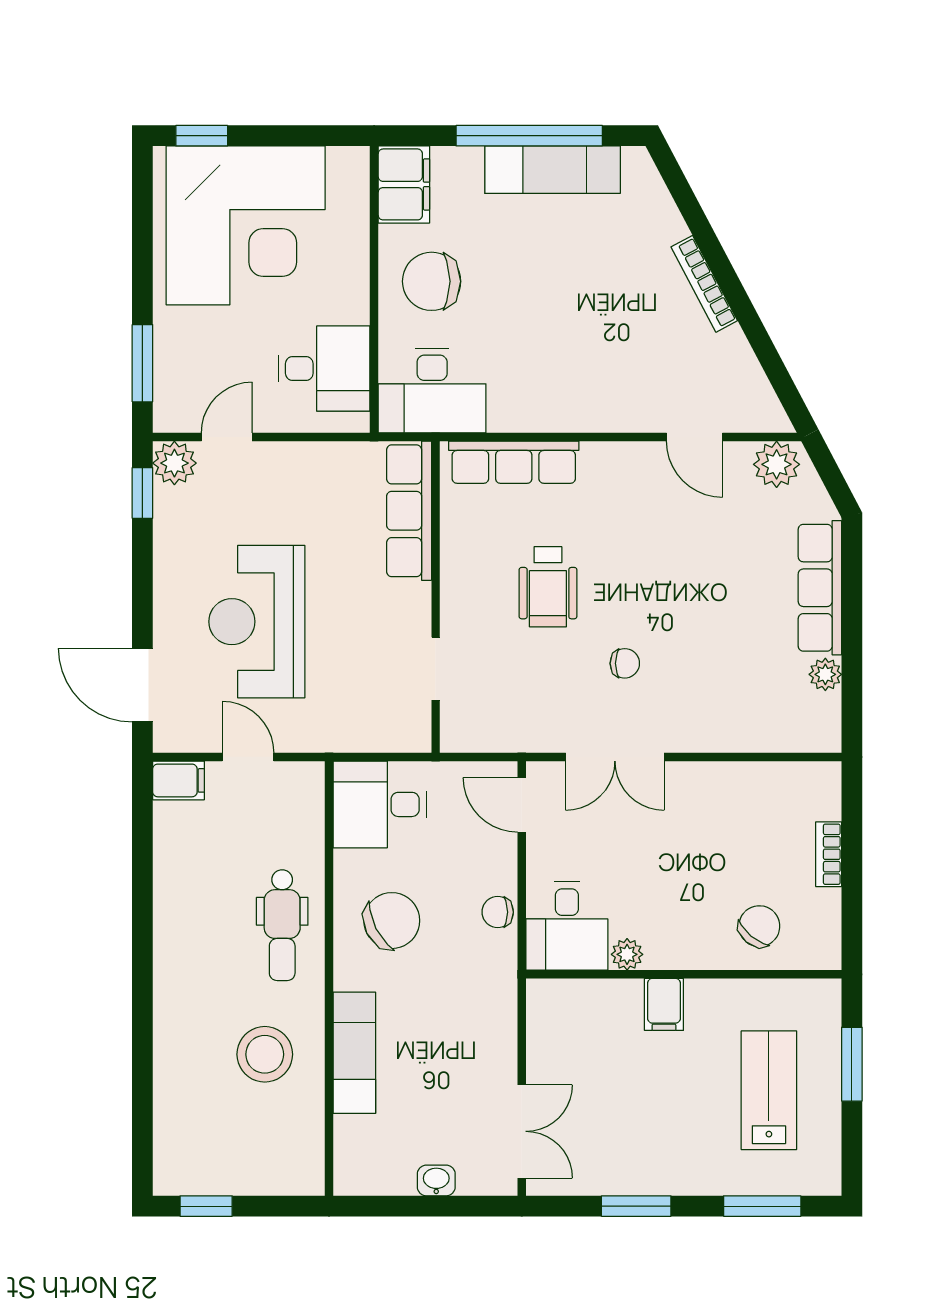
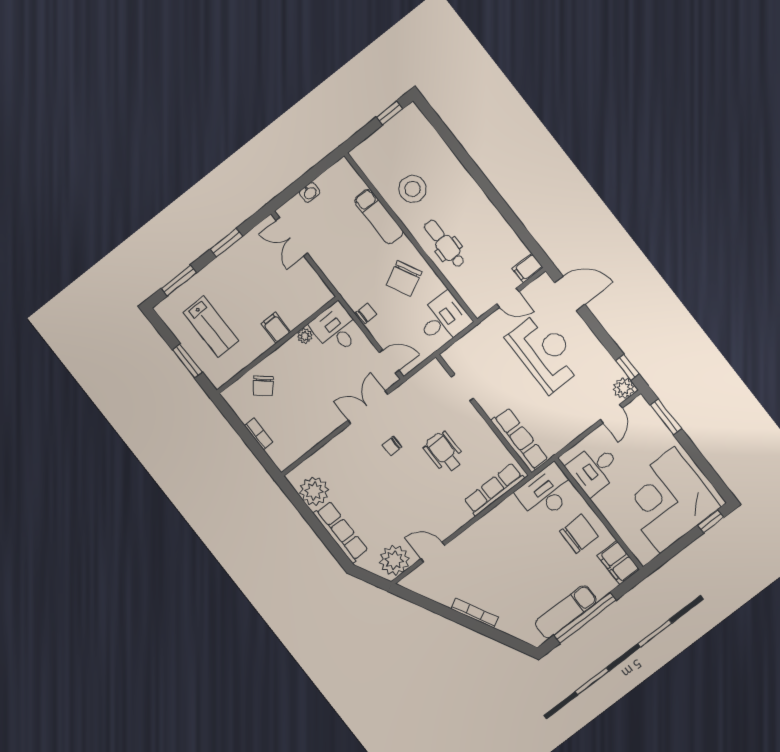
plant: (777, 464) -> (394, 560), width x1.36, depth x1.36
plant: (825, 674) -> (314, 491), width x1.88, depth x1.88

